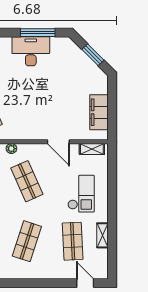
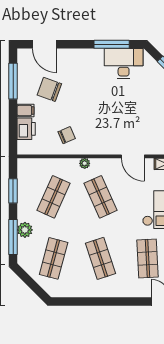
desk: (31, 51) -> (124, 63), moved
shop shelf: (27, 241) -> (101, 258), turned -36

